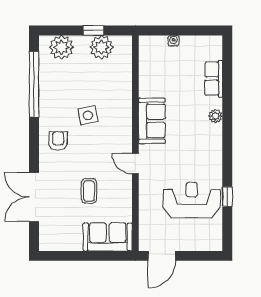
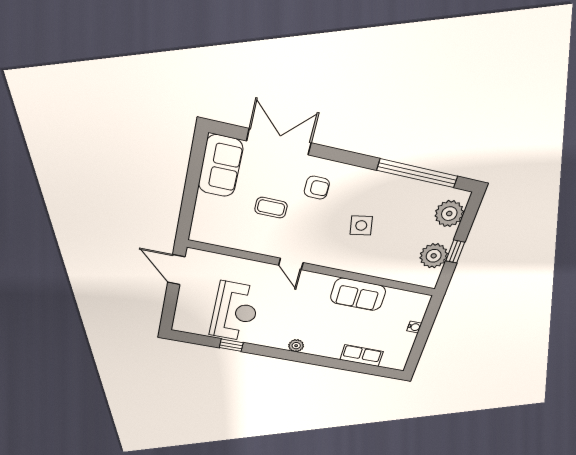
plant: (215, 116) -> (296, 346), moved
sofa: (152, 121) -> (358, 294), moved
armchair: (58, 141) -> (317, 188), moved
door: (135, 164) -> (291, 264), swing flipped
sofa: (108, 237) -> (221, 166), moved

